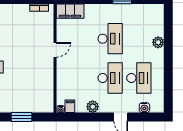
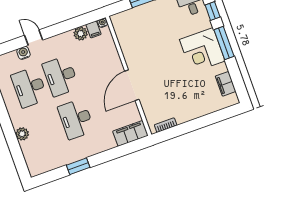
door: (55, 50) -> (132, 85), width x1.87
plant: (93, 107) -> (81, 34), moved
water cooler: (144, 108) -> (23, 53), moved

